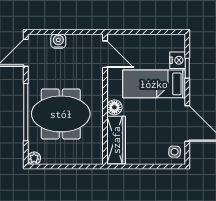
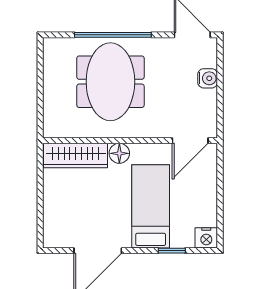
nightstand: (178, 60) -> (206, 238), moved
side table: (175, 152) -> (60, 234), removed
plant: (34, 158) -> (51, 46), removed

